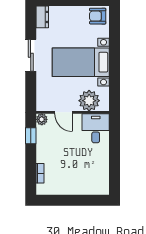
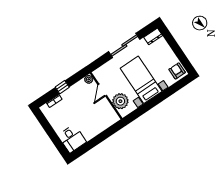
sliding door: (31, 55) -> (124, 45), width x1.37
desk: (96, 128) -> (72, 139), moved, turned 90
window: (31, 136) -> (62, 87), moved

